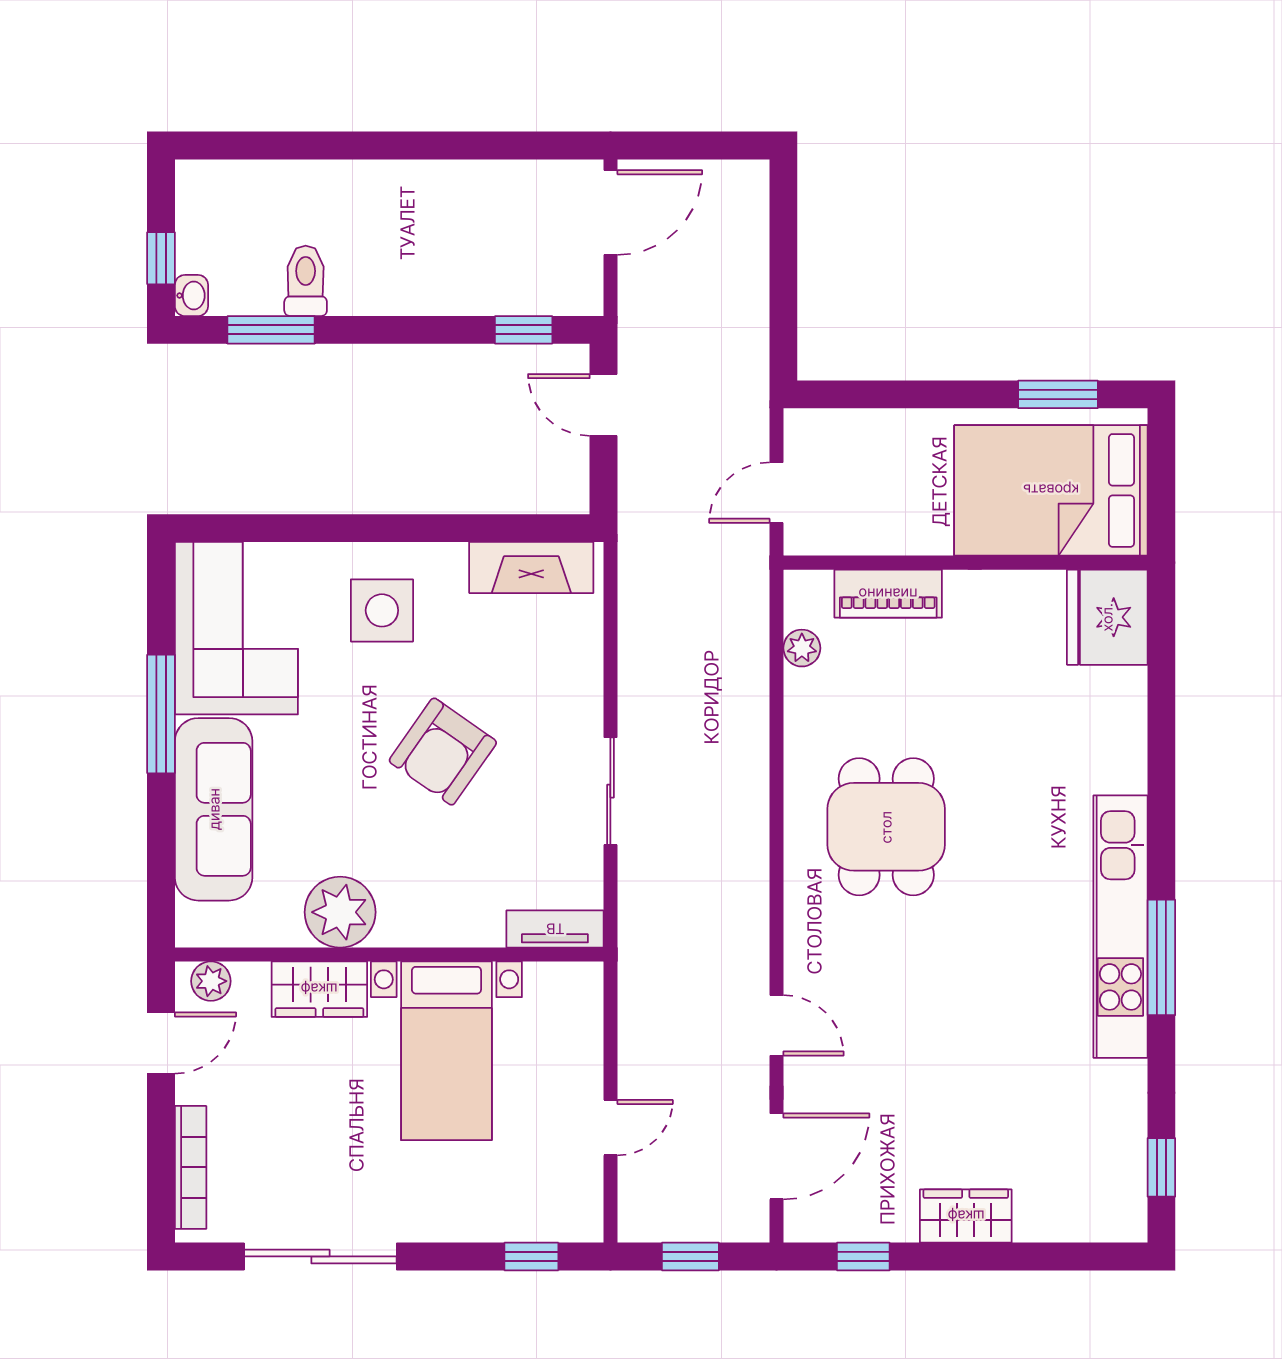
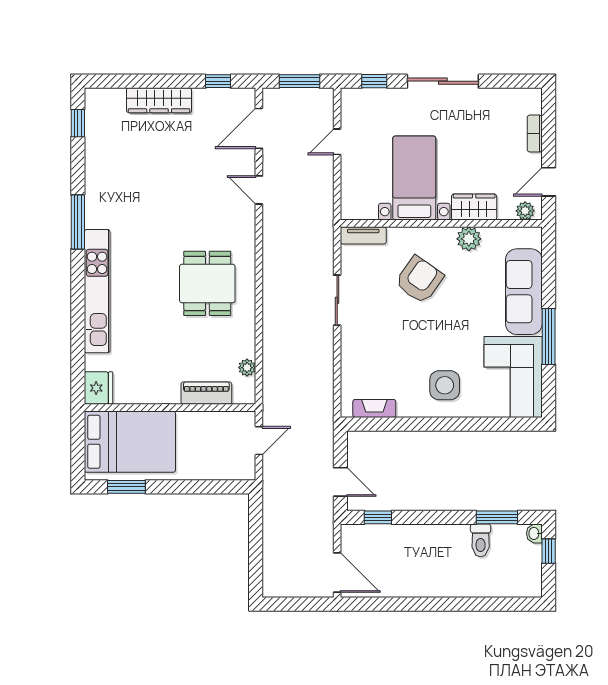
door: (610, 213) -> (337, 573), swing flipped
fireplace: (531, 567) -> (374, 408), width x0.73, depth x0.76
fridge: (1107, 617) -> (98, 388), width x0.73, depth x0.75
armchair: (443, 752) -> (419, 280), moved
plant: (340, 912) -> (469, 239), width x0.73, depth x0.73
kitchen unit: (1120, 927) -> (97, 291), moved
bookcase: (191, 1167) -> (535, 134), width x0.64
wardrobe: (966, 1216) -> (159, 100), width x1.50
sliding door: (320, 1256) -> (443, 81), moved
window: (690, 1256) -> (299, 81), width x1.50

